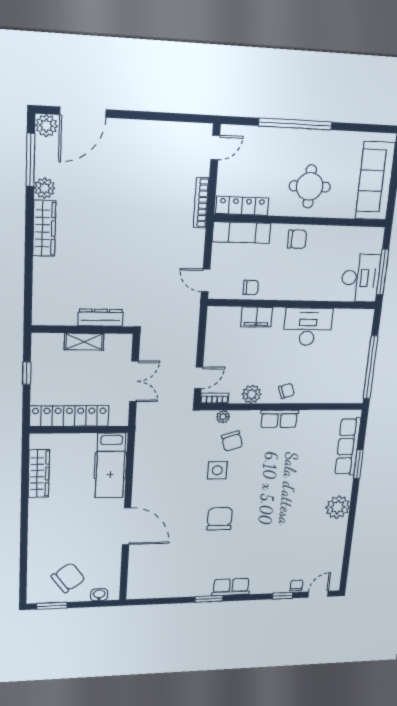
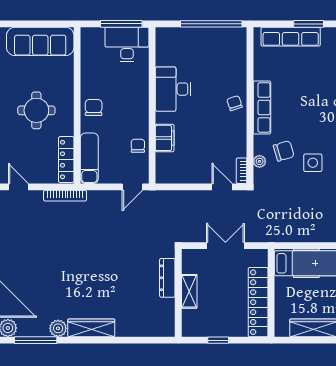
round table: (310, 186) -> (36, 110), moved
plant: (252, 394) -> (238, 136), removed
row of seats: (279, 419) -> (262, 107), width x1.48

